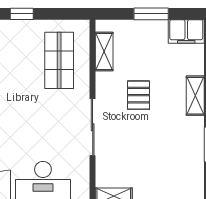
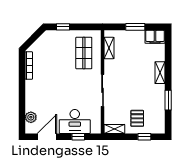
pallet: (139, 95) -> (137, 118), moved

